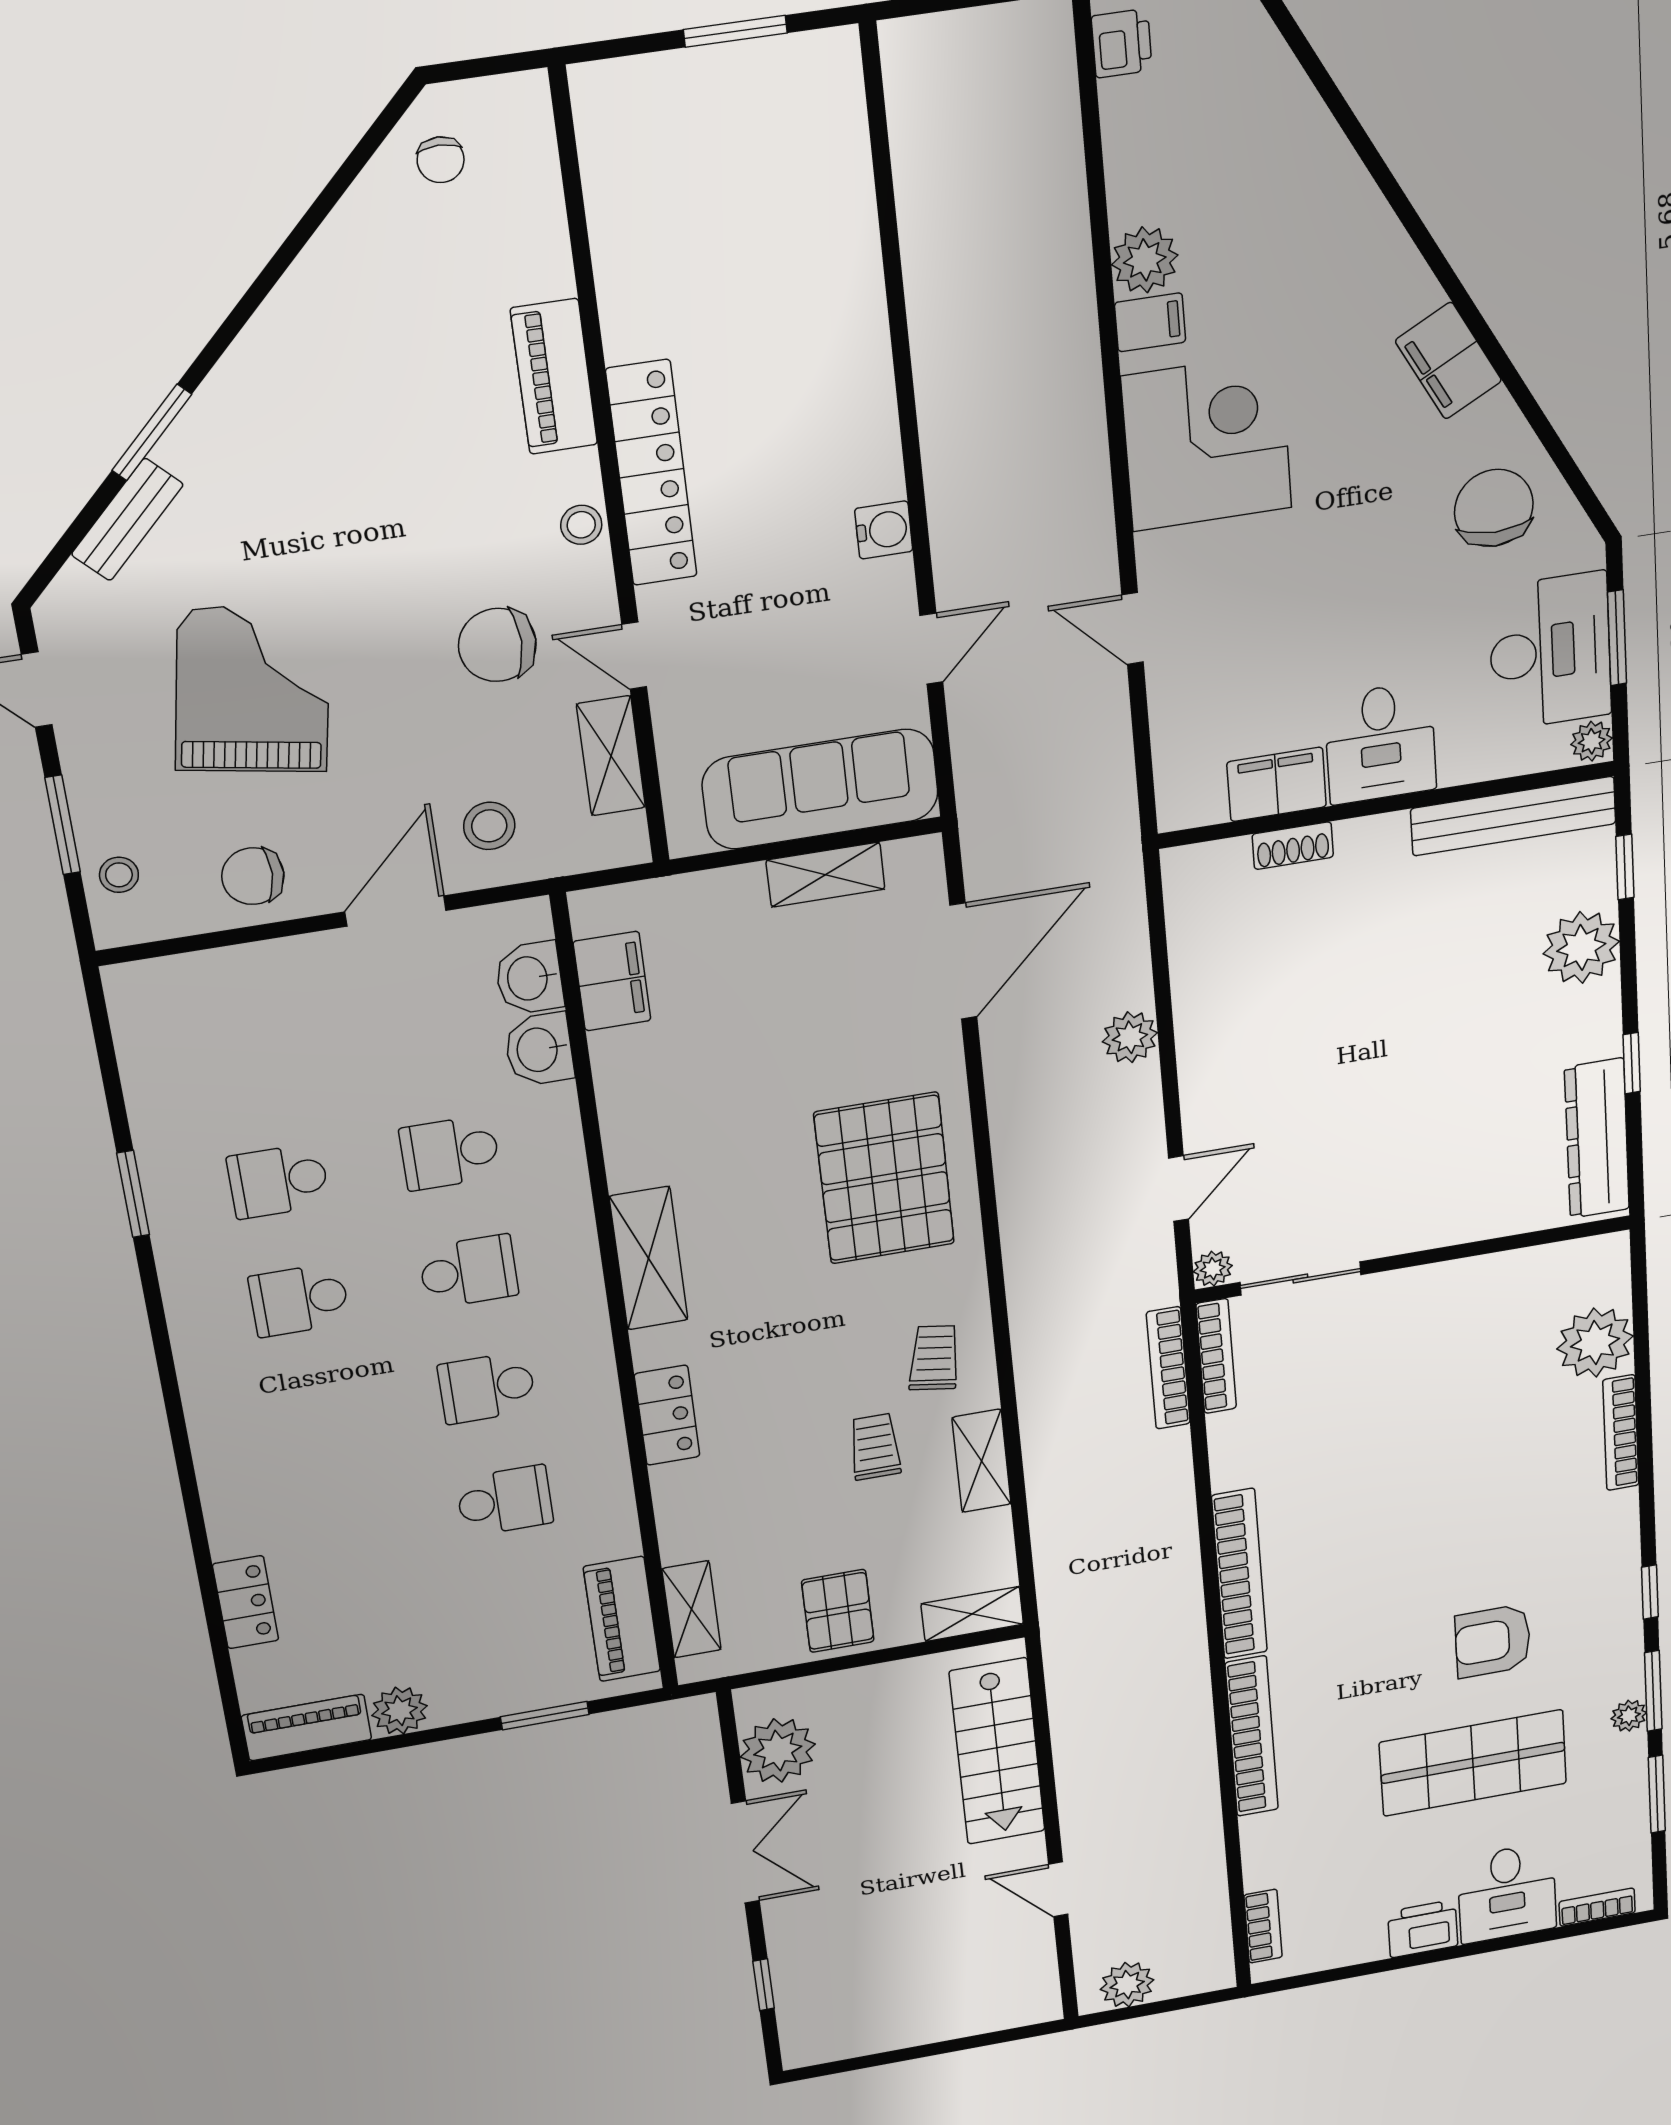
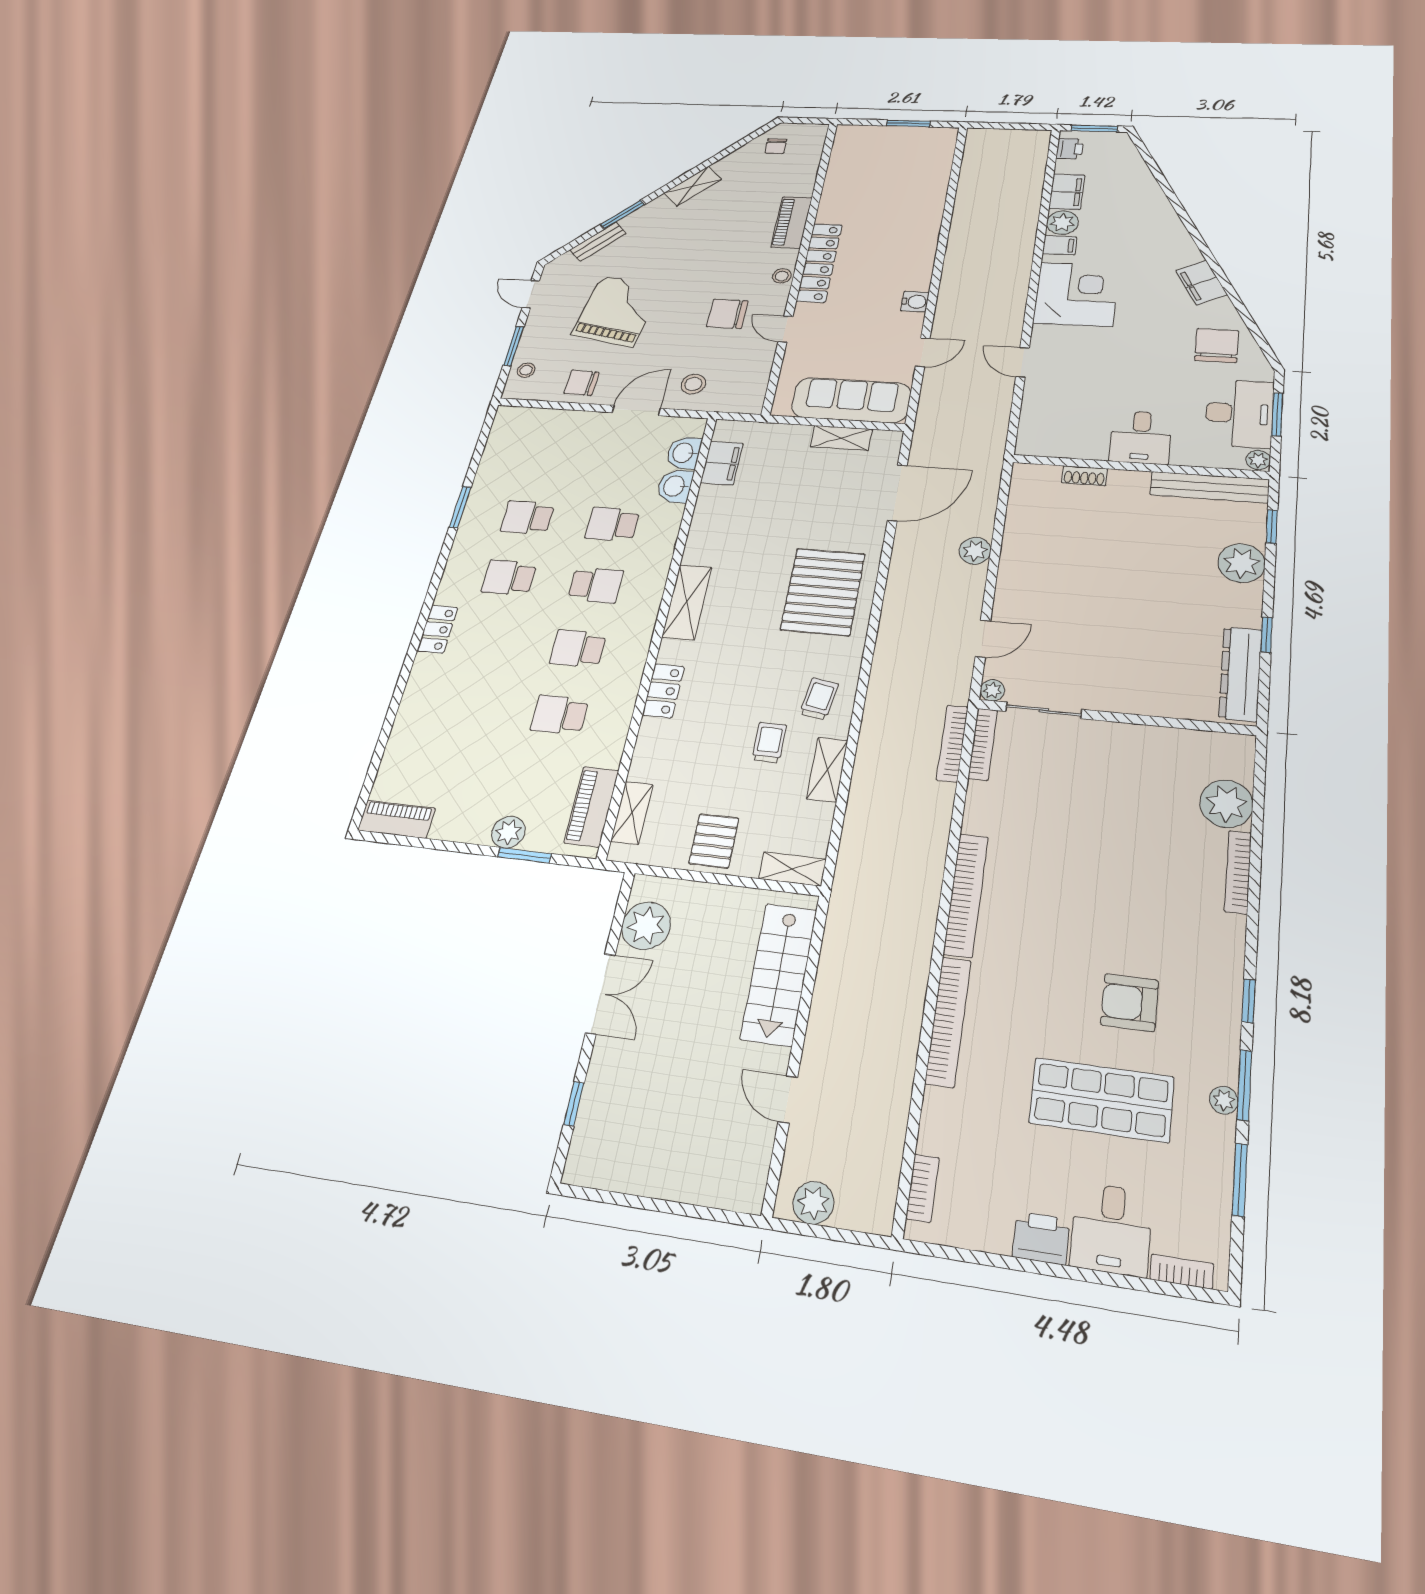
shelving: (611, 756) -> (693, 186), moved, turned 45
filing cabinet: (1277, 784) -> (1067, 192), moved, turned 90
school desk: (505, 1501) -> (560, 715), turned 180
locker: (246, 1602) -> (437, 629), moved
plant: (400, 1711) -> (508, 832), moved

